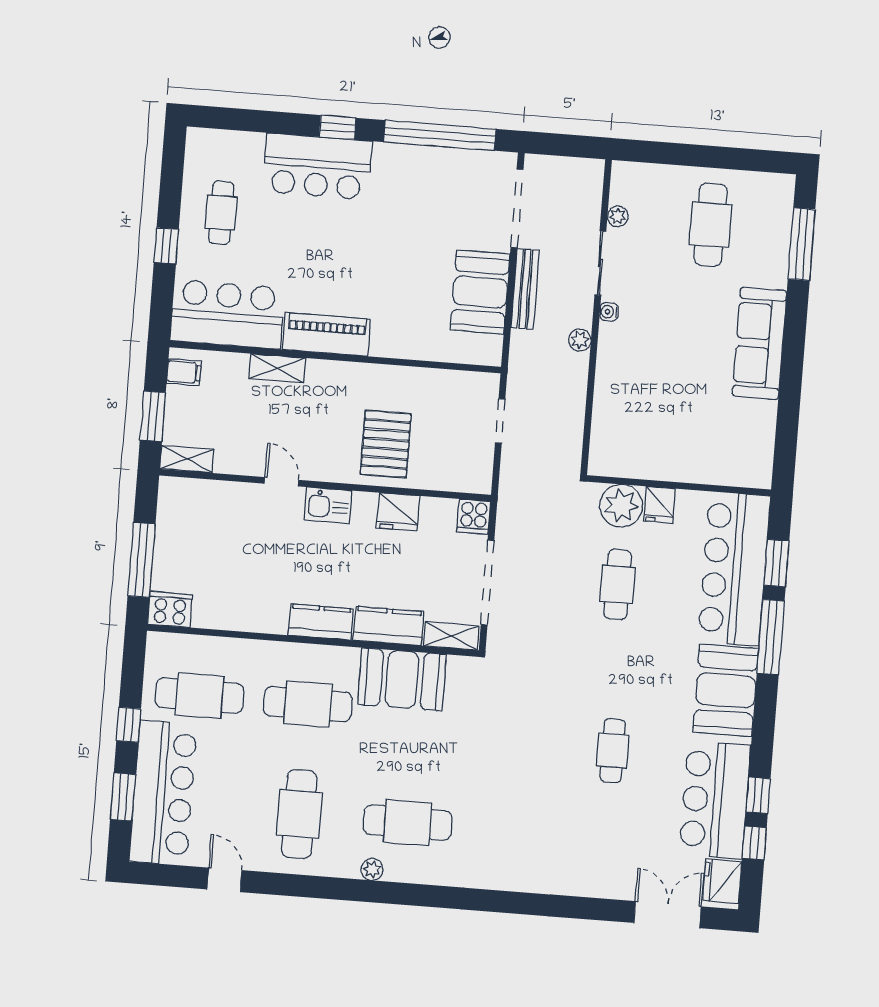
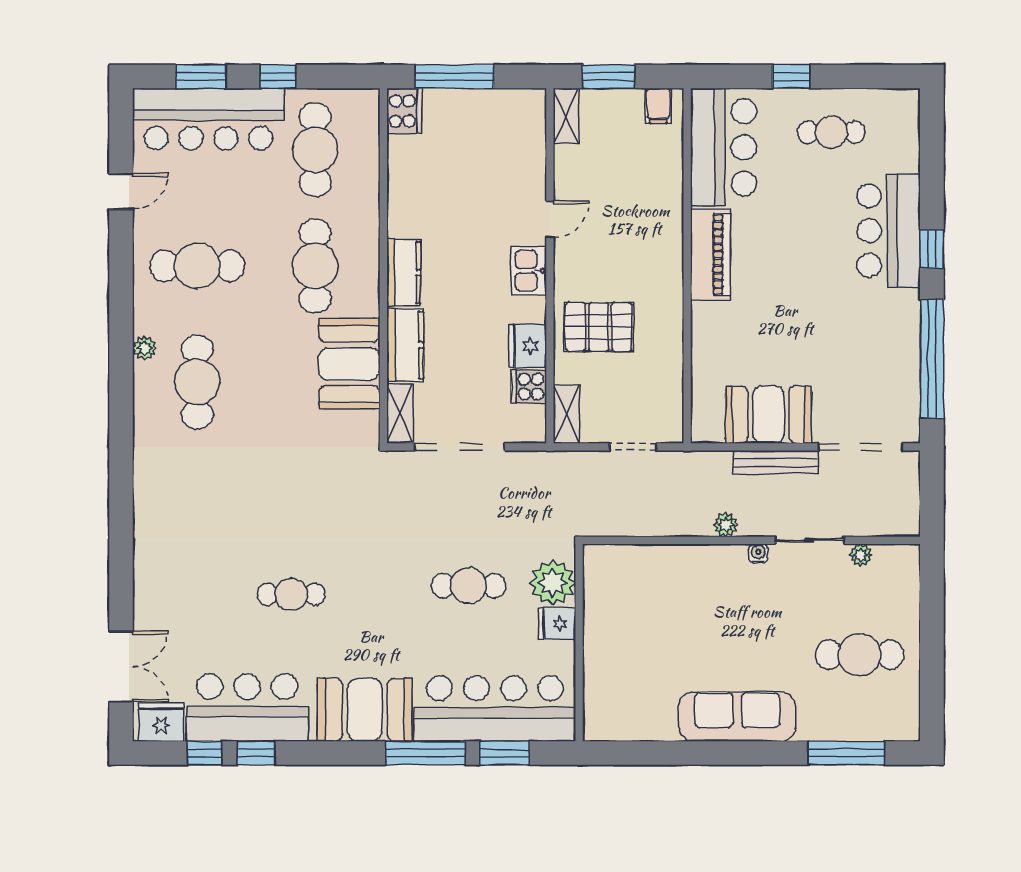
shelving: (277, 368) -> (567, 414), moved
cooker: (474, 517) -> (529, 387), moved

